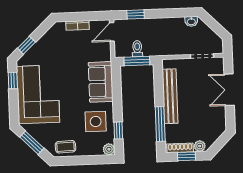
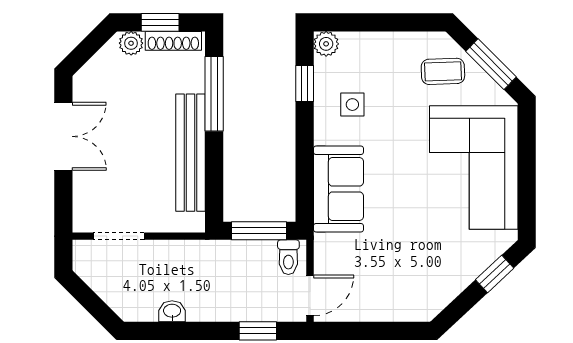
washbasin: (191, 21) -> (172, 311), moved
bookcase: (77, 25) -> (383, 312), removed
toilet: (137, 49) -> (288, 257), moved
window: (13, 81) -> (527, 199), removed
double door: (229, 90) -> (63, 136), moved
side table: (96, 121) -> (352, 105), width x0.54, depth x0.54
coffee table: (65, 147) -> (443, 71), moved

